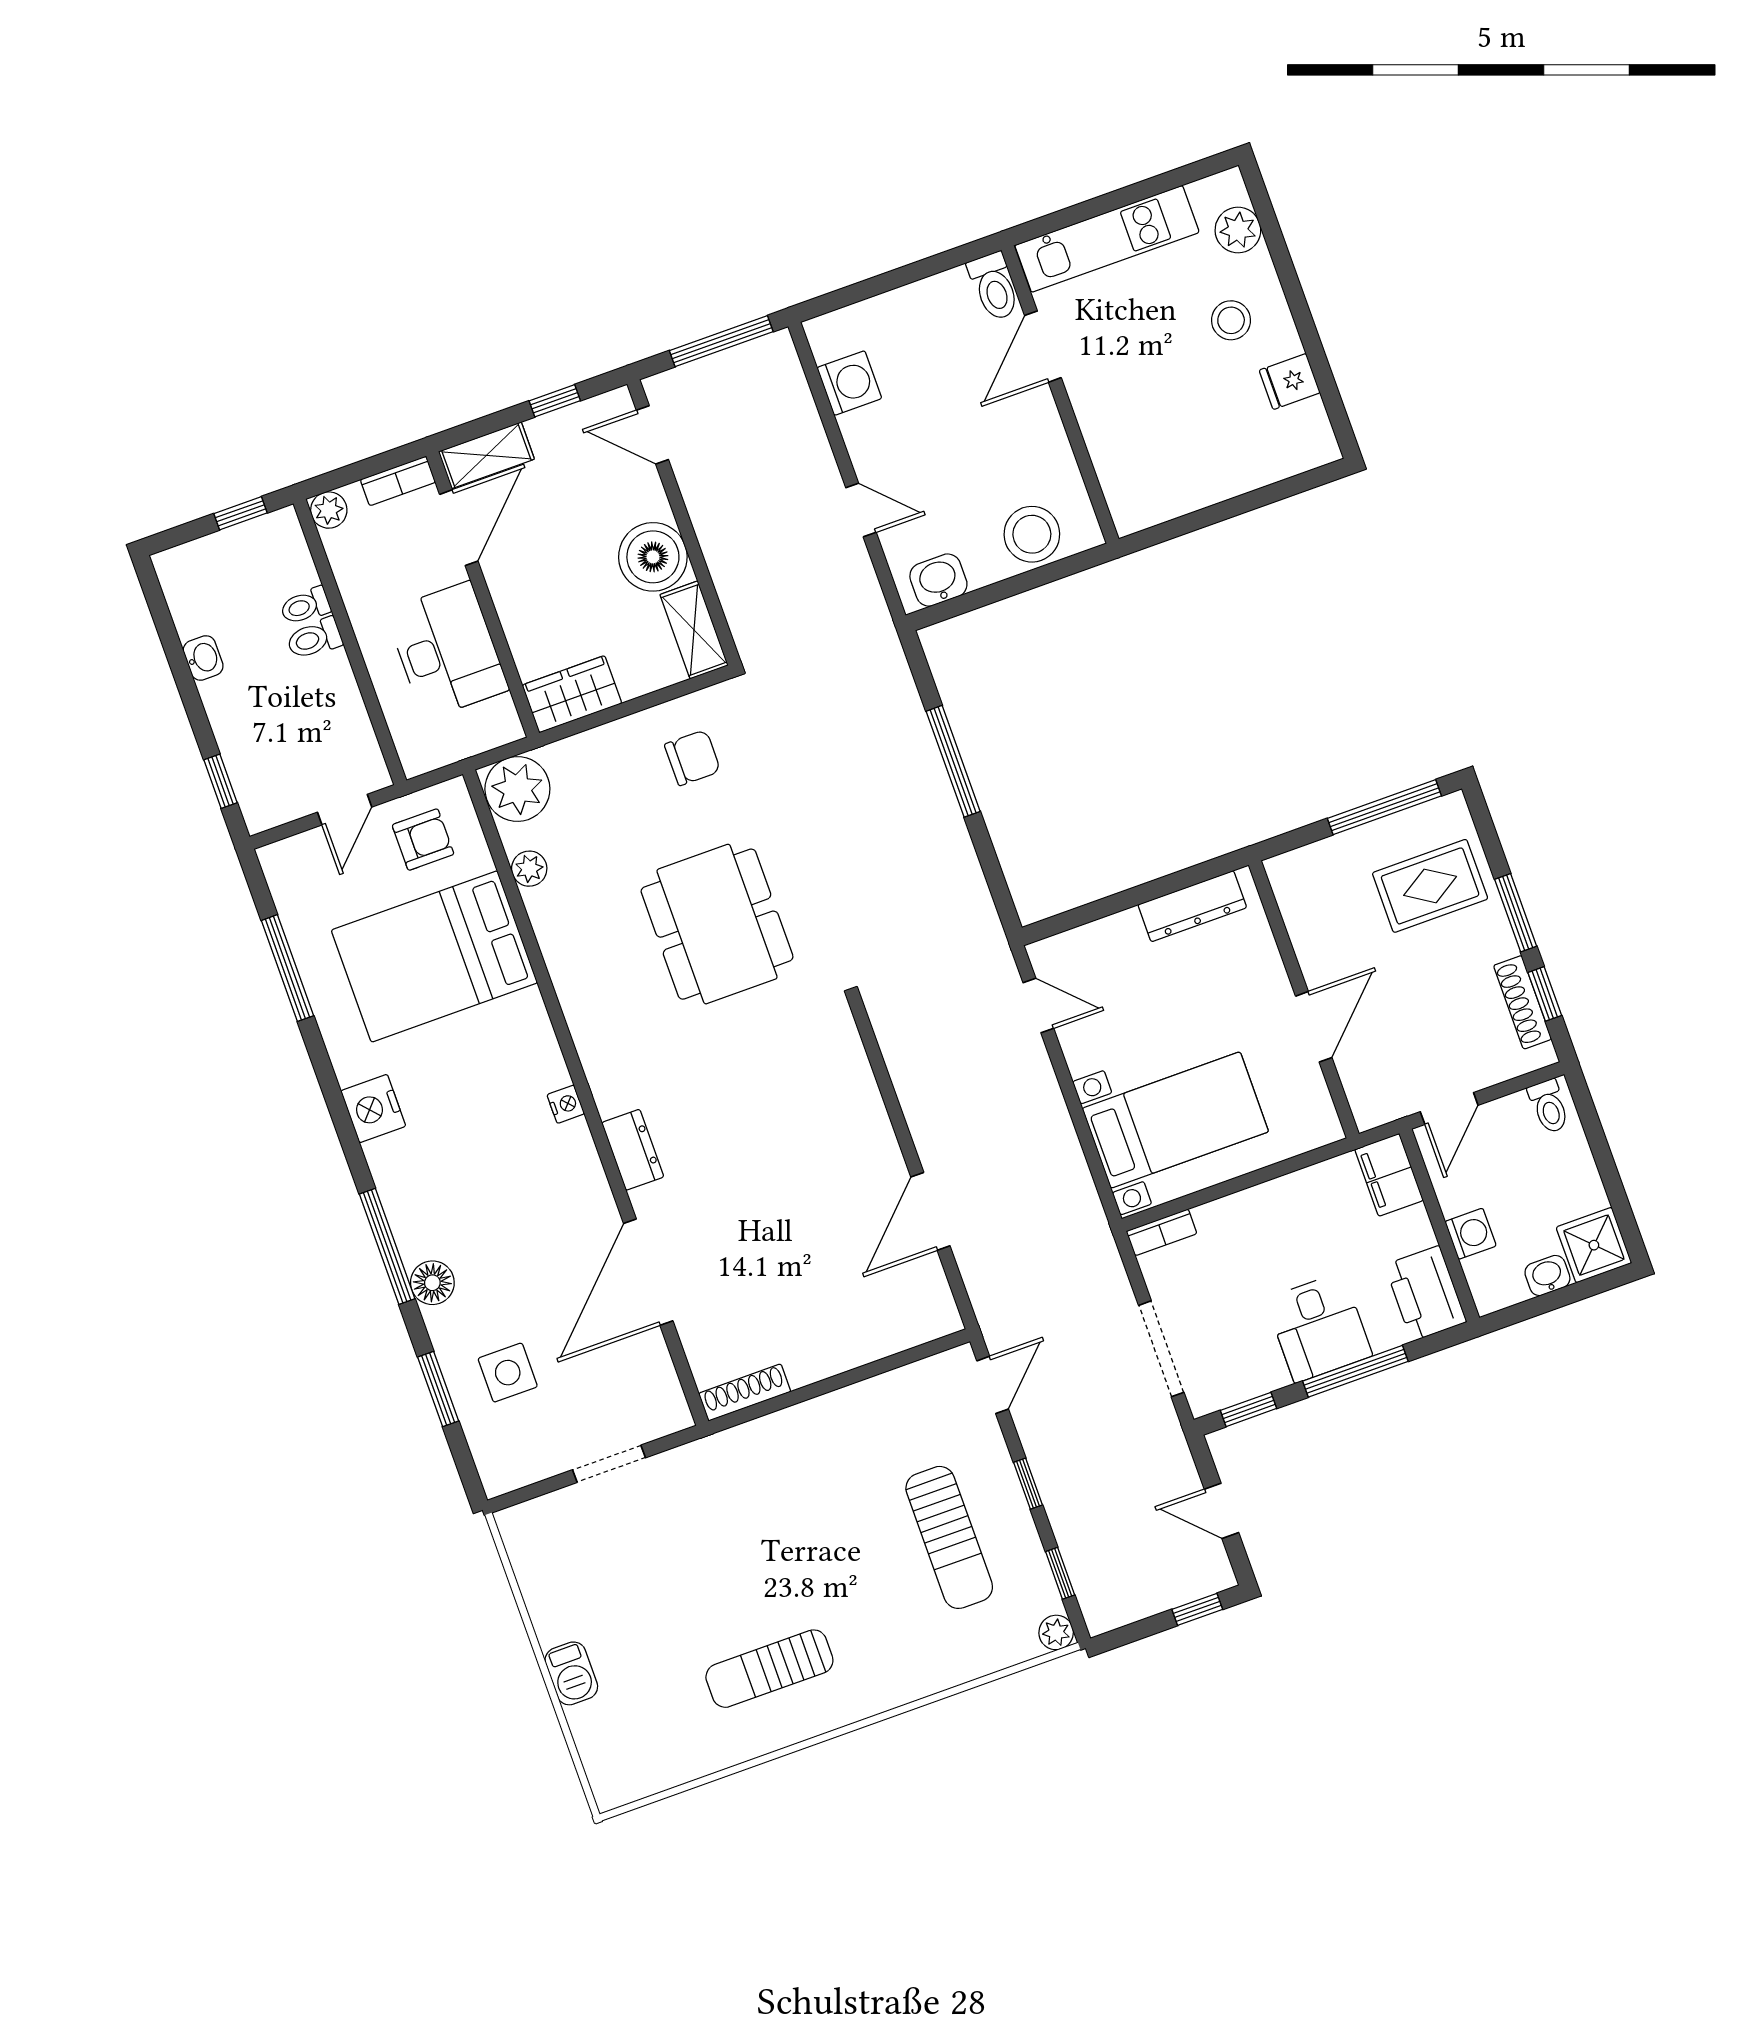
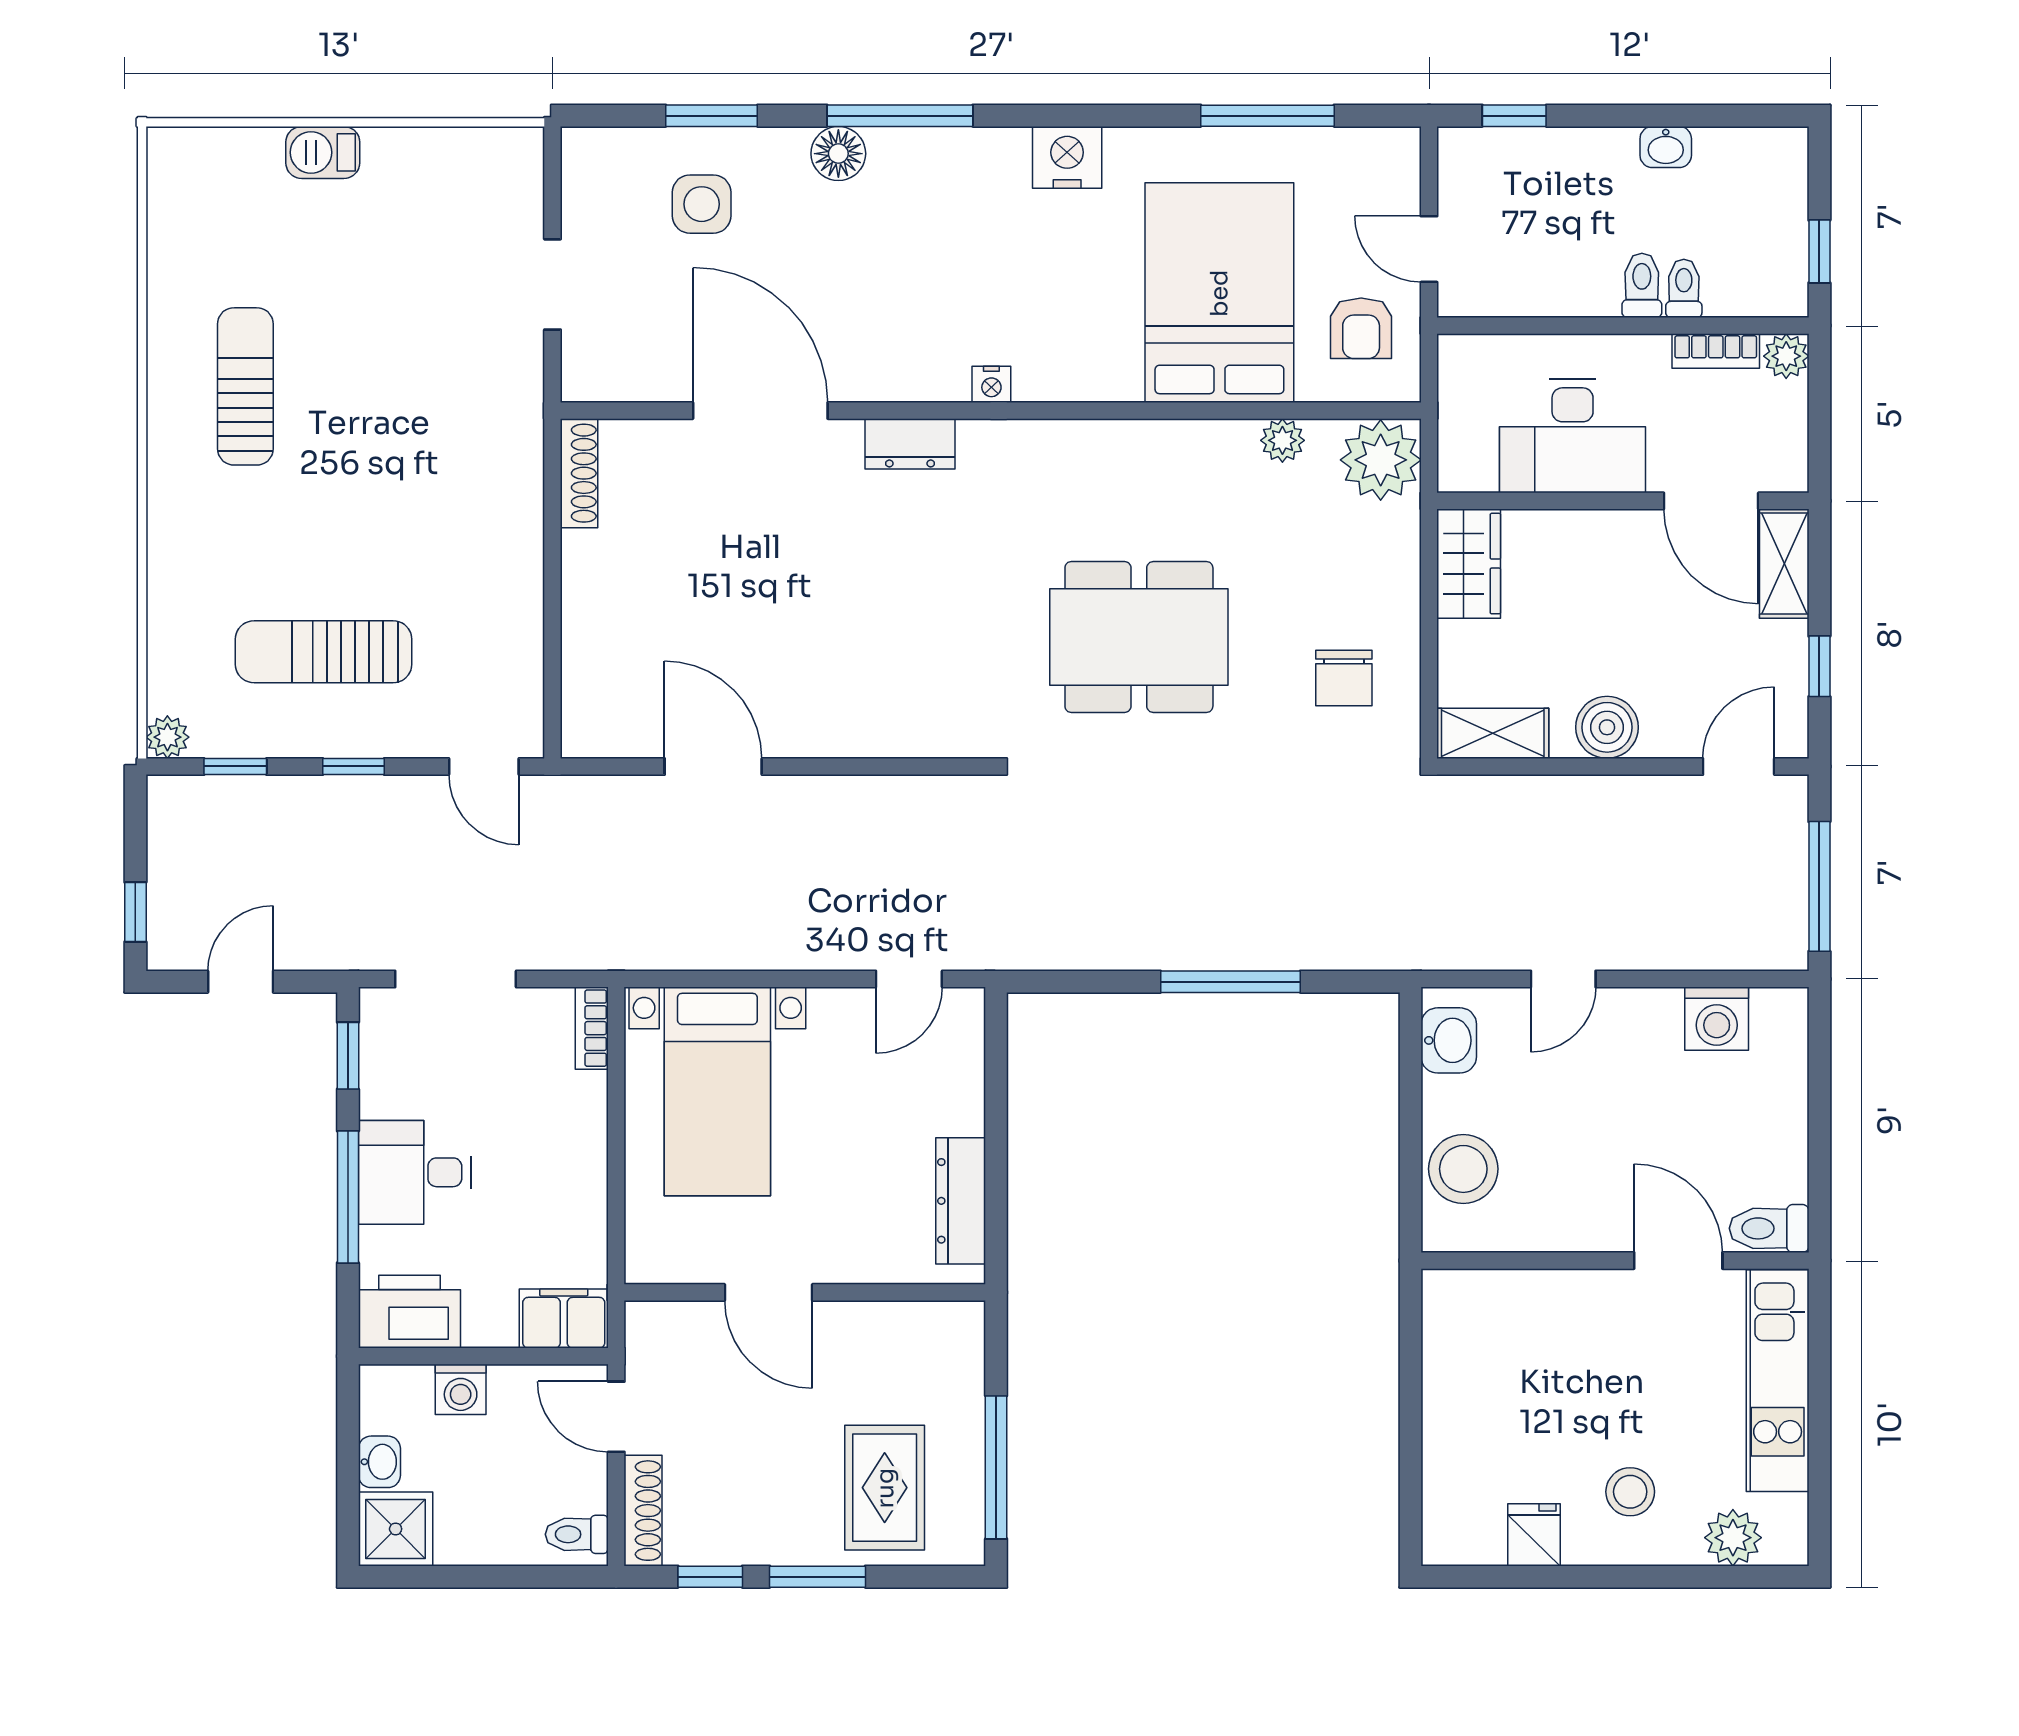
bookcase: (398, 481) -> (1716, 351), moved, turned -90
boiler: (653, 557) -> (1607, 727), width x0.73, depth x0.73
shoe rack: (1523, 1002) -> (643, 1511), moved, turned 90

